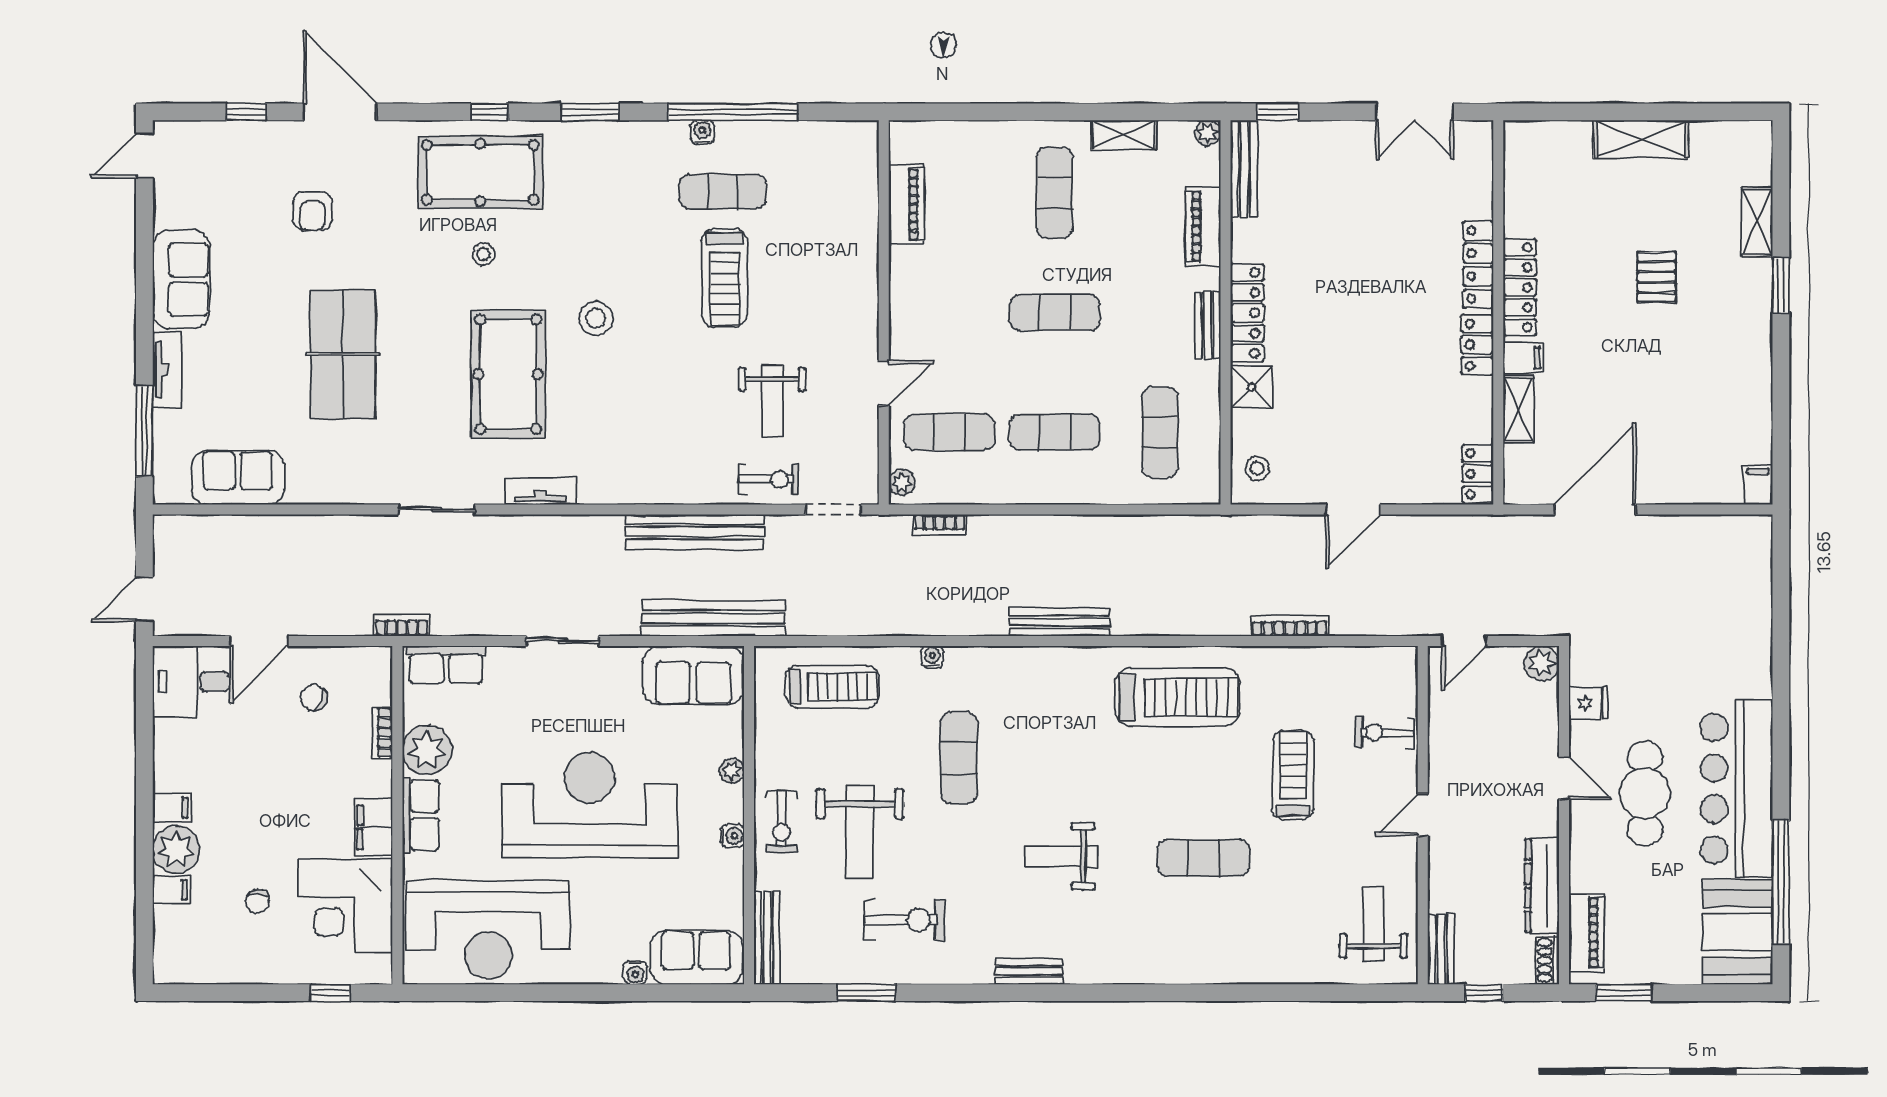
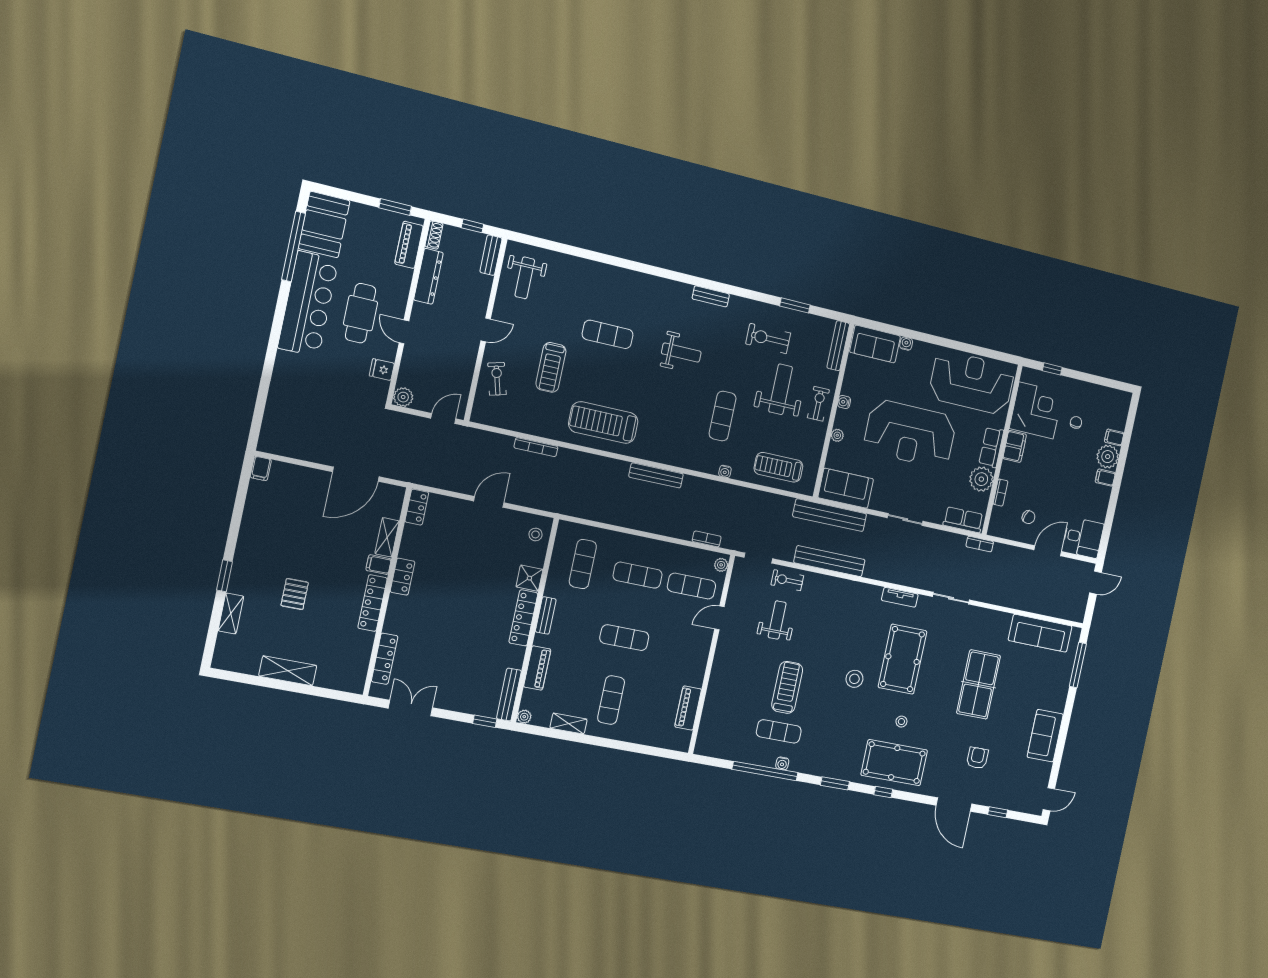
locker: (1478, 265) -> (385, 659), moved
tv unit: (167, 370) -> (1061, 693), removed
sofa: (238, 478) -> (1040, 633), width x1.36
exercise bike: (1385, 733) -> (497, 379), turned -107

